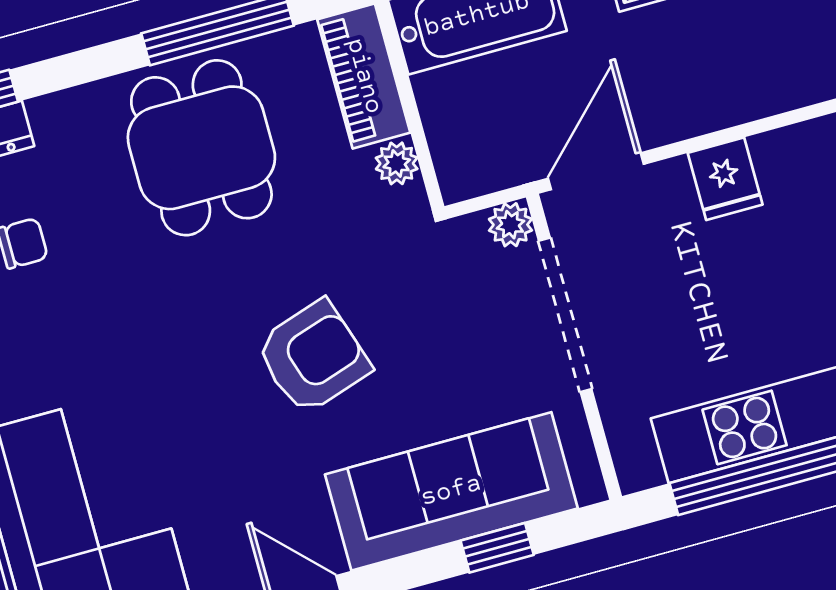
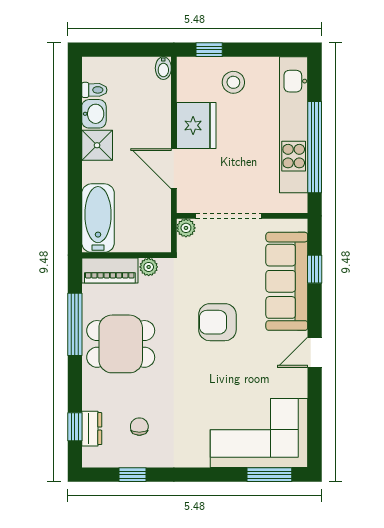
door: (596, 171) -> (174, 169), moved
fridge: (725, 179) -> (196, 125), width x1.88, depth x1.34
armchair: (313, 357) -> (217, 322), turned -72

